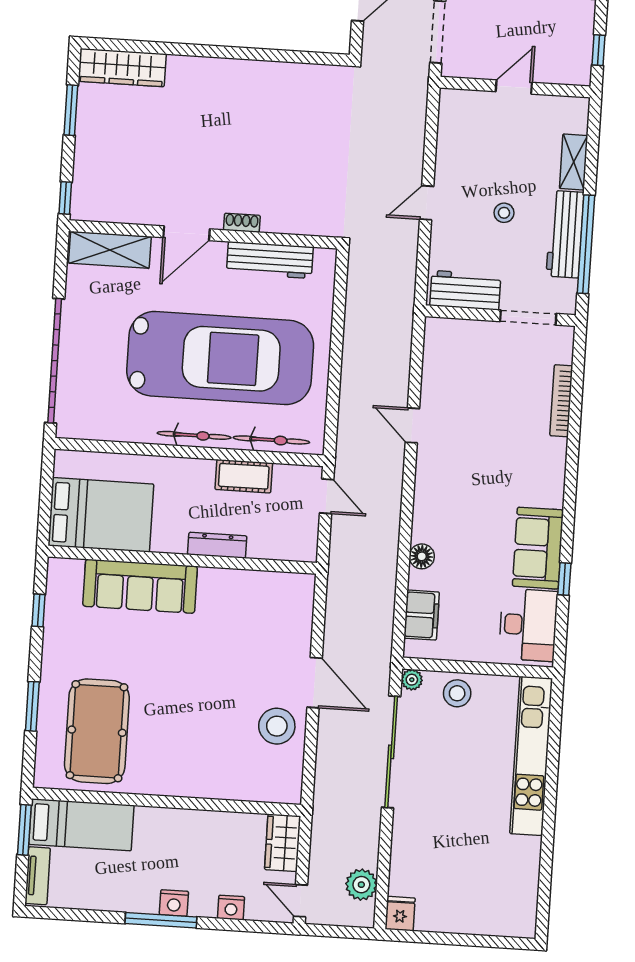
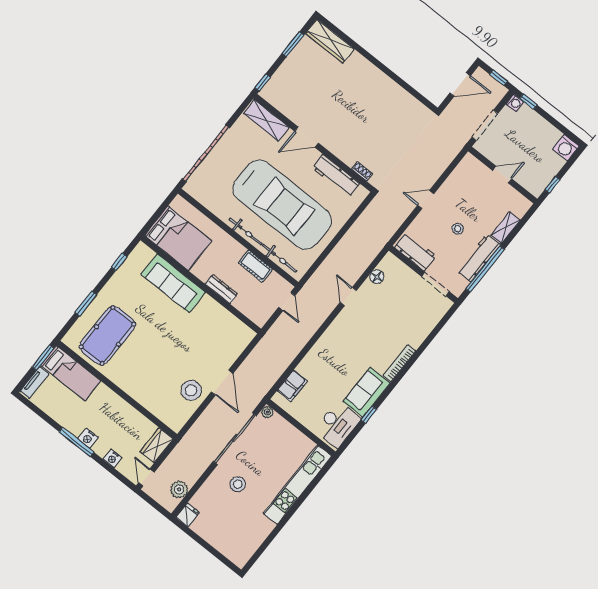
shoe rack: (242, 223) -> (362, 171), moved
bookcase: (561, 401) -> (400, 363), moved
floor lamp: (422, 556) -> (377, 277), moved
stool: (457, 693) -> (238, 484), moved

